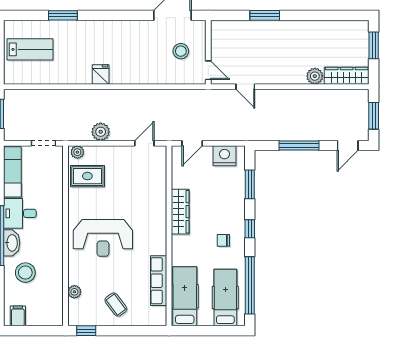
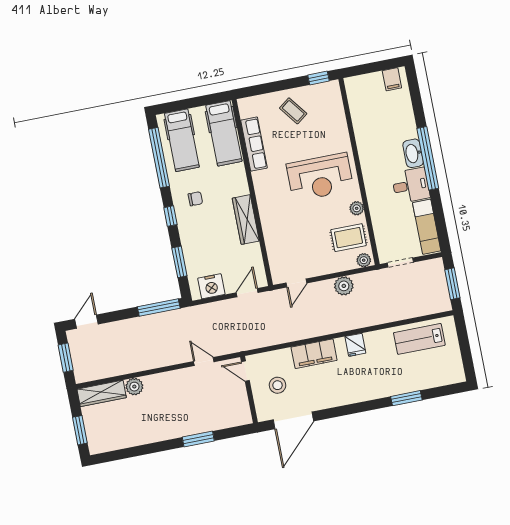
lab bench: (30, 49) -> (419, 339), moved
filing cabinet: (141, 74) -> (314, 354), added
window: (299, 146) -> (159, 307), moved
reception desk: (103, 238) -> (320, 177), turned 180
stool: (25, 273) -> (393, 126), removed
plant: (74, 292) -> (357, 208), moved

